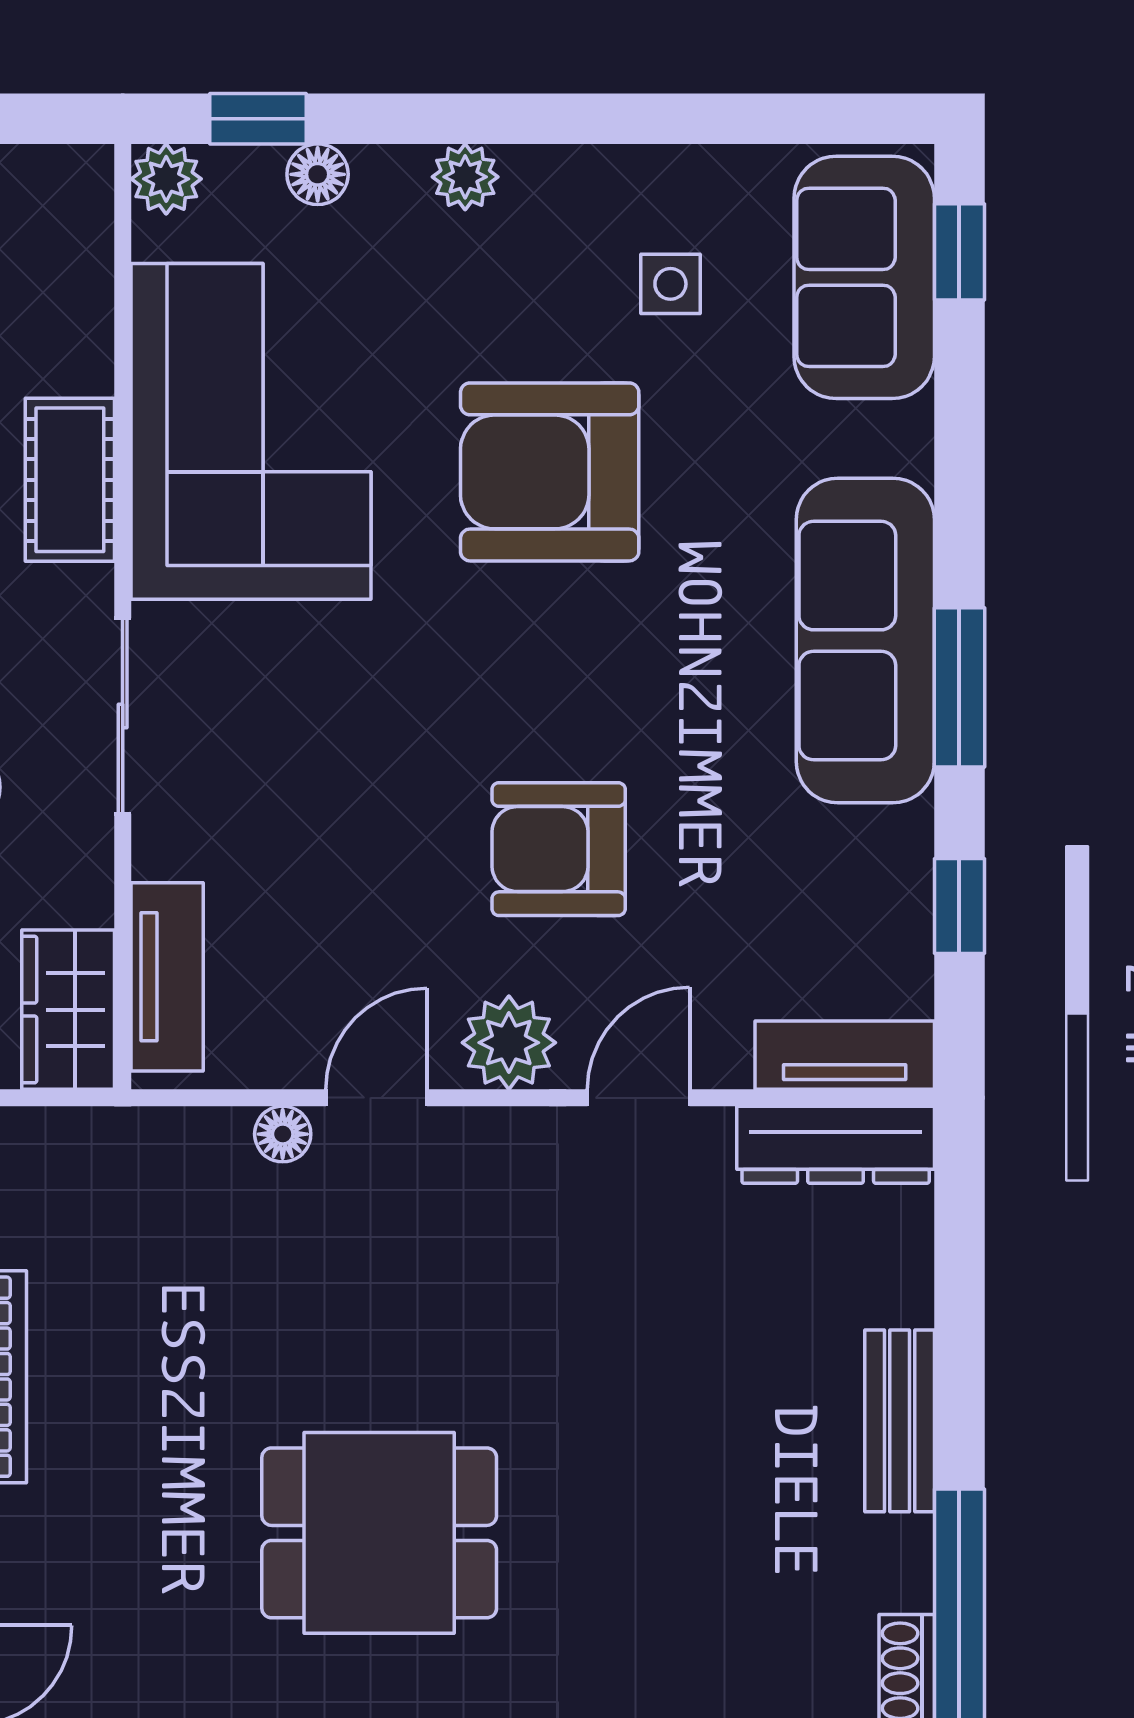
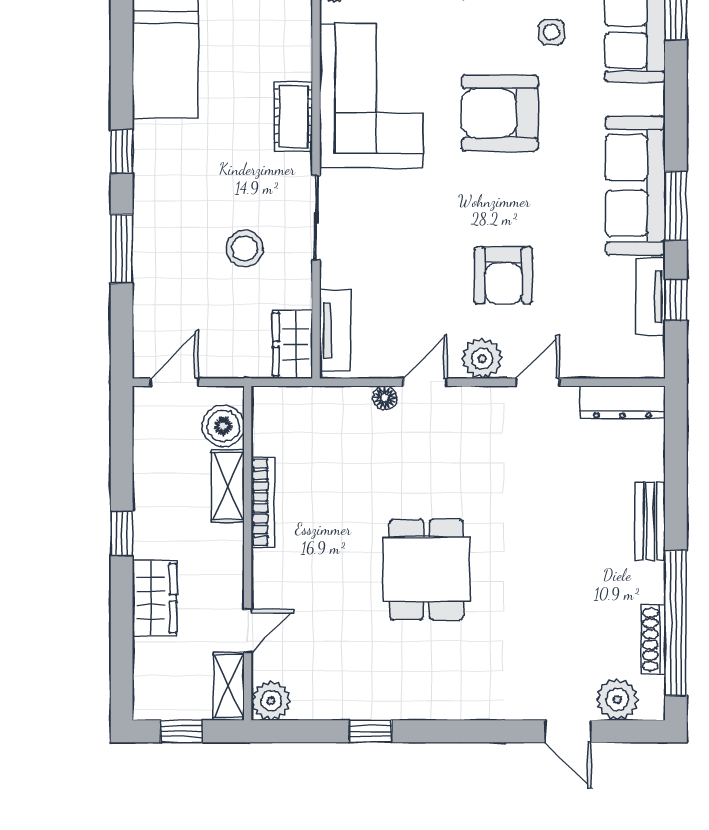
armchair: (559, 849) -> (503, 275), turned -90
tv unit: (845, 1055) -> (650, 297), moved, turned -90
dining table: (379, 1533) -> (426, 569), turned 90

